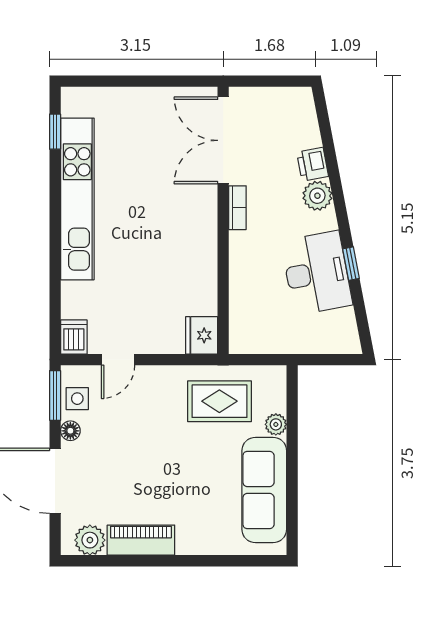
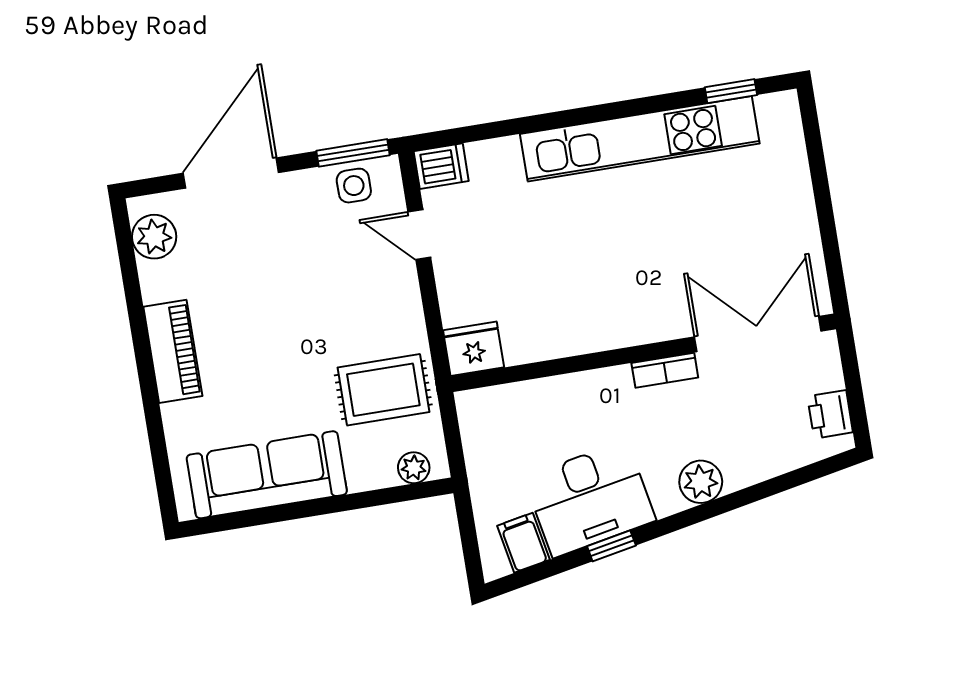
printer: (313, 164) -> (830, 414), moved, turned -79
filing cabinet: (339, 323) -> (523, 543), added
rug: (219, 401) -> (383, 390), turned 90
plant: (276, 424) -> (414, 468), moved
floor lamp: (70, 431) -> (306, 183), removed
piano: (141, 540) -> (173, 351), moved

